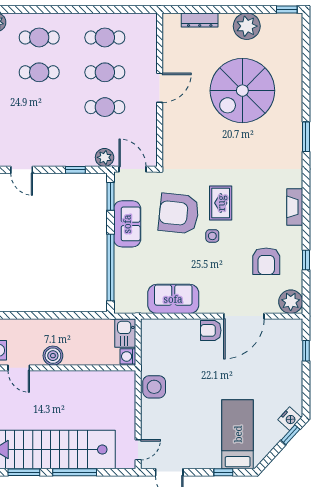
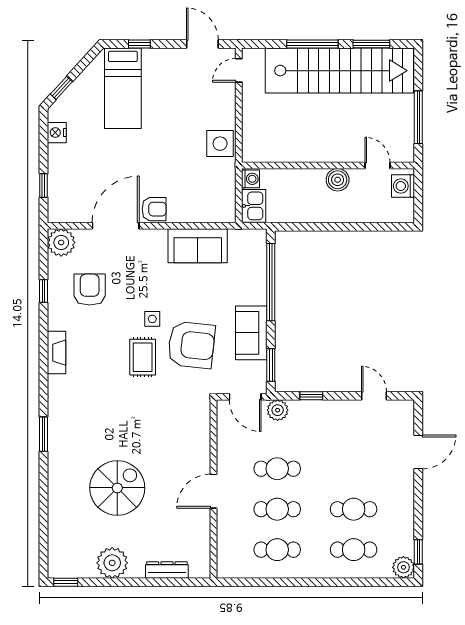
spiral stairs: (242, 91) -> (117, 488), width x0.73, depth x0.73
nightstand: (290, 419) -> (57, 133), moved, turned -42

